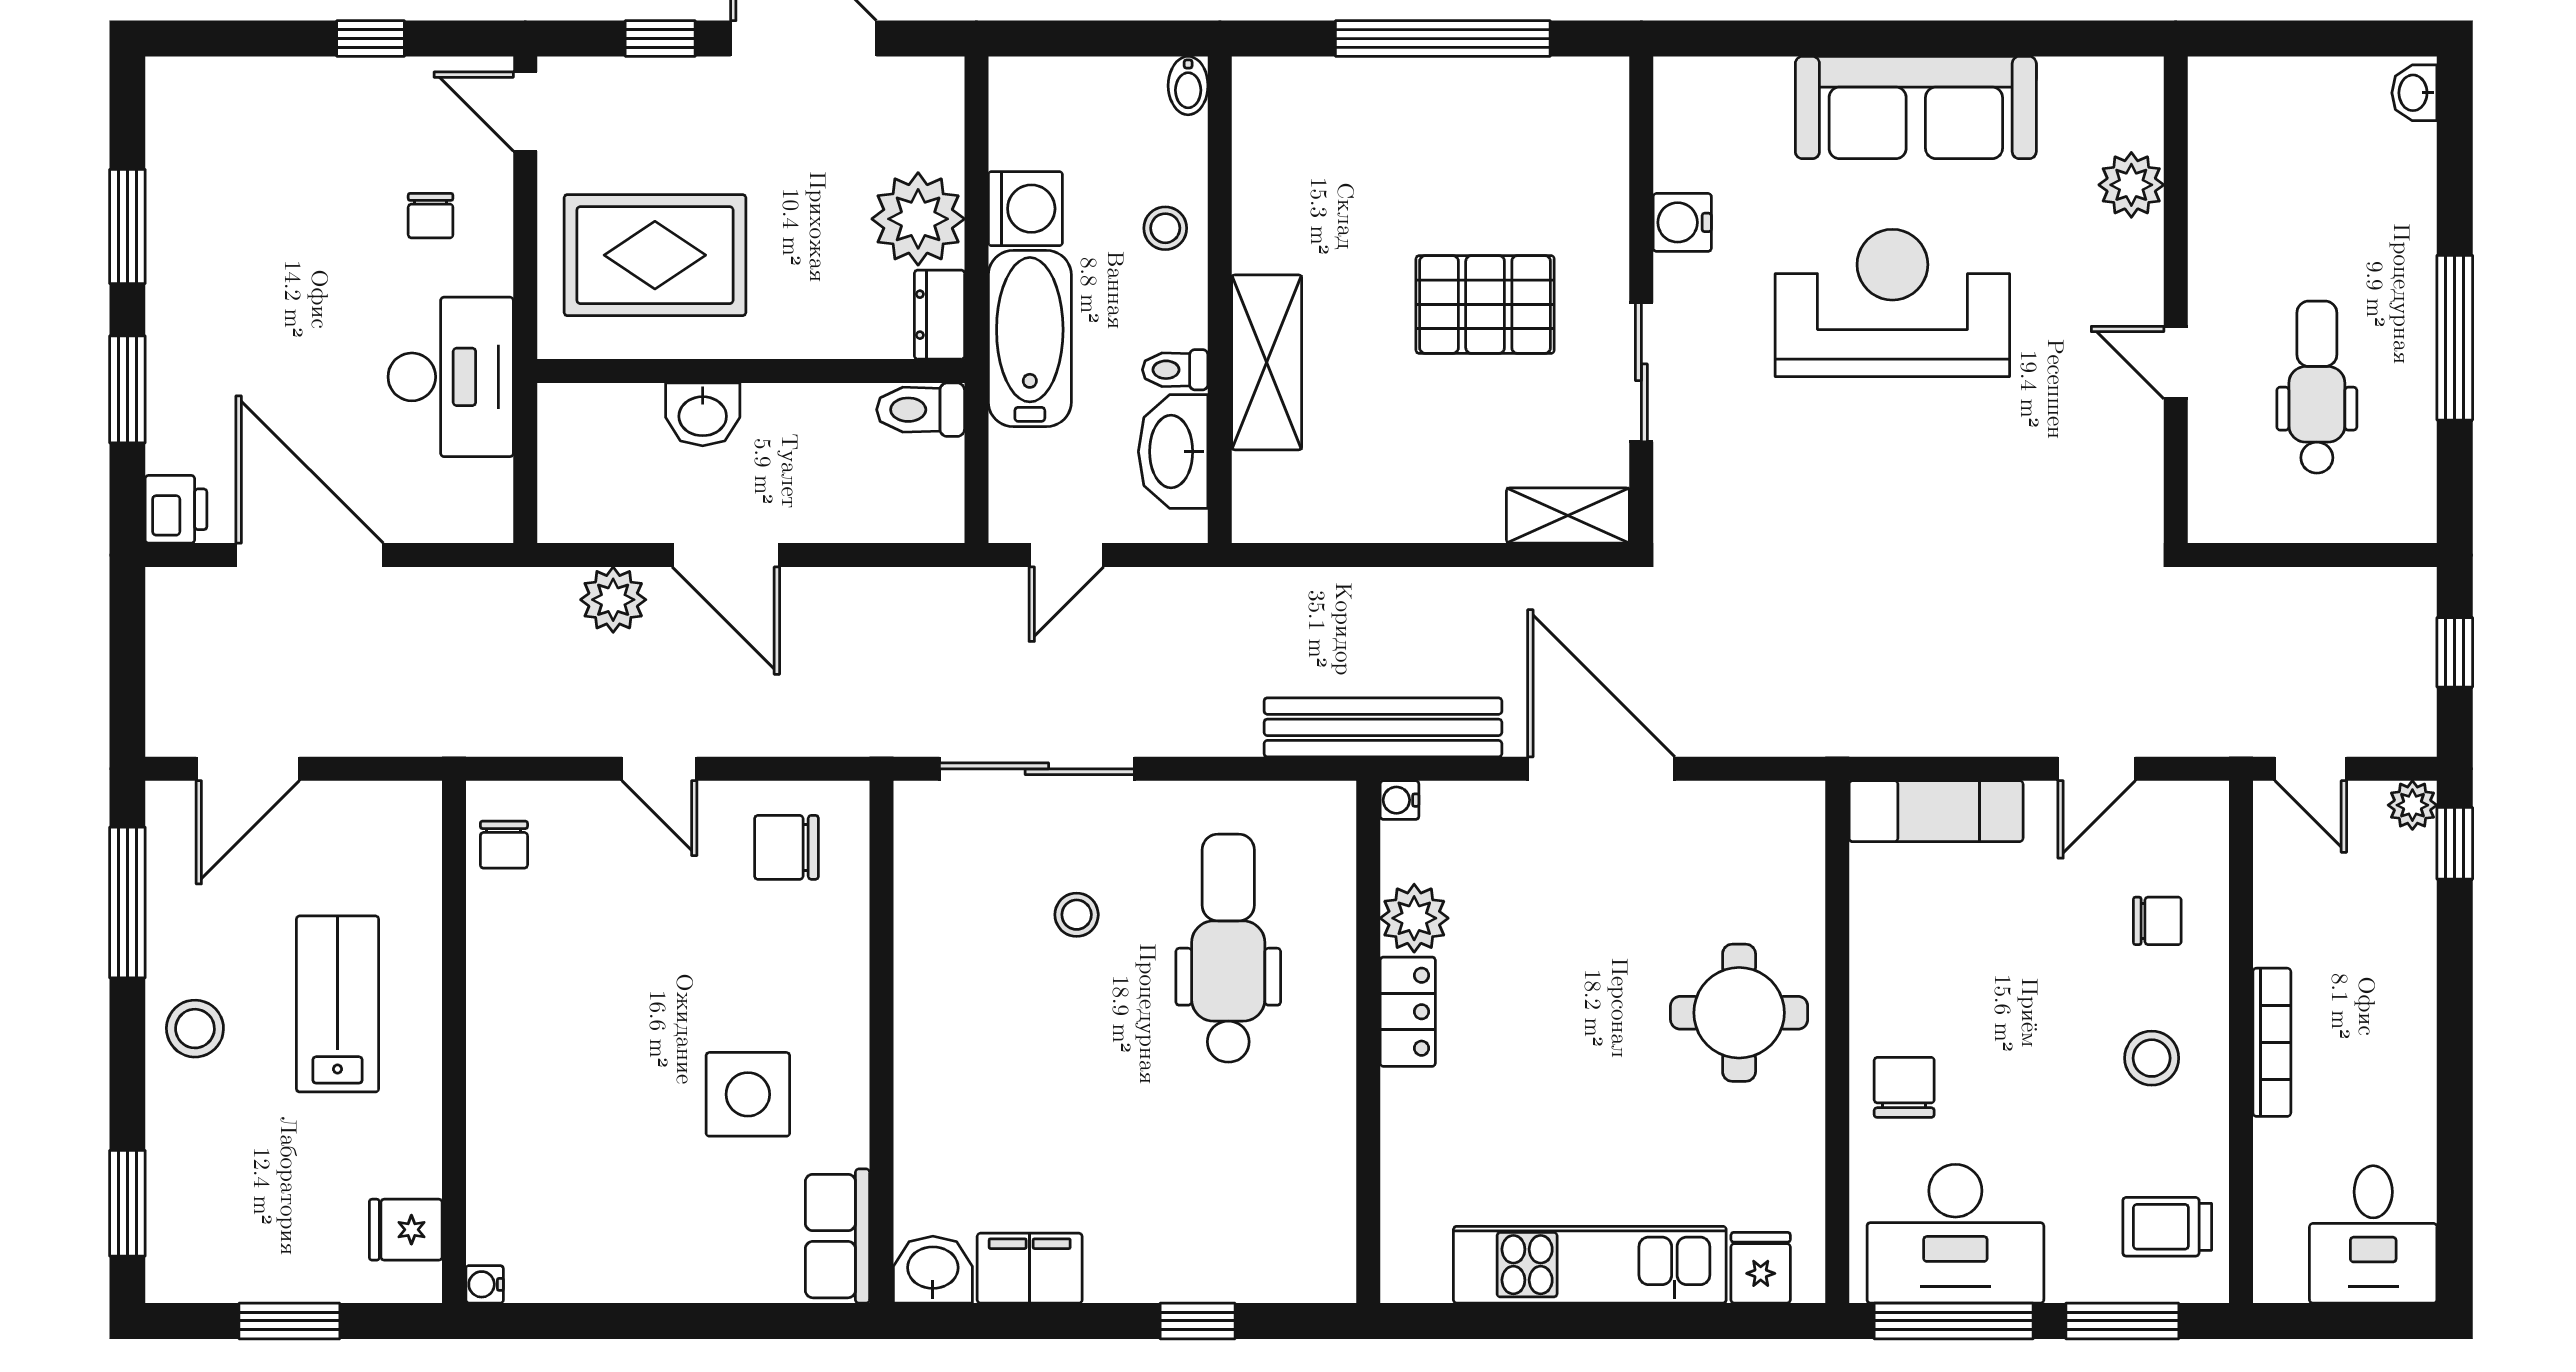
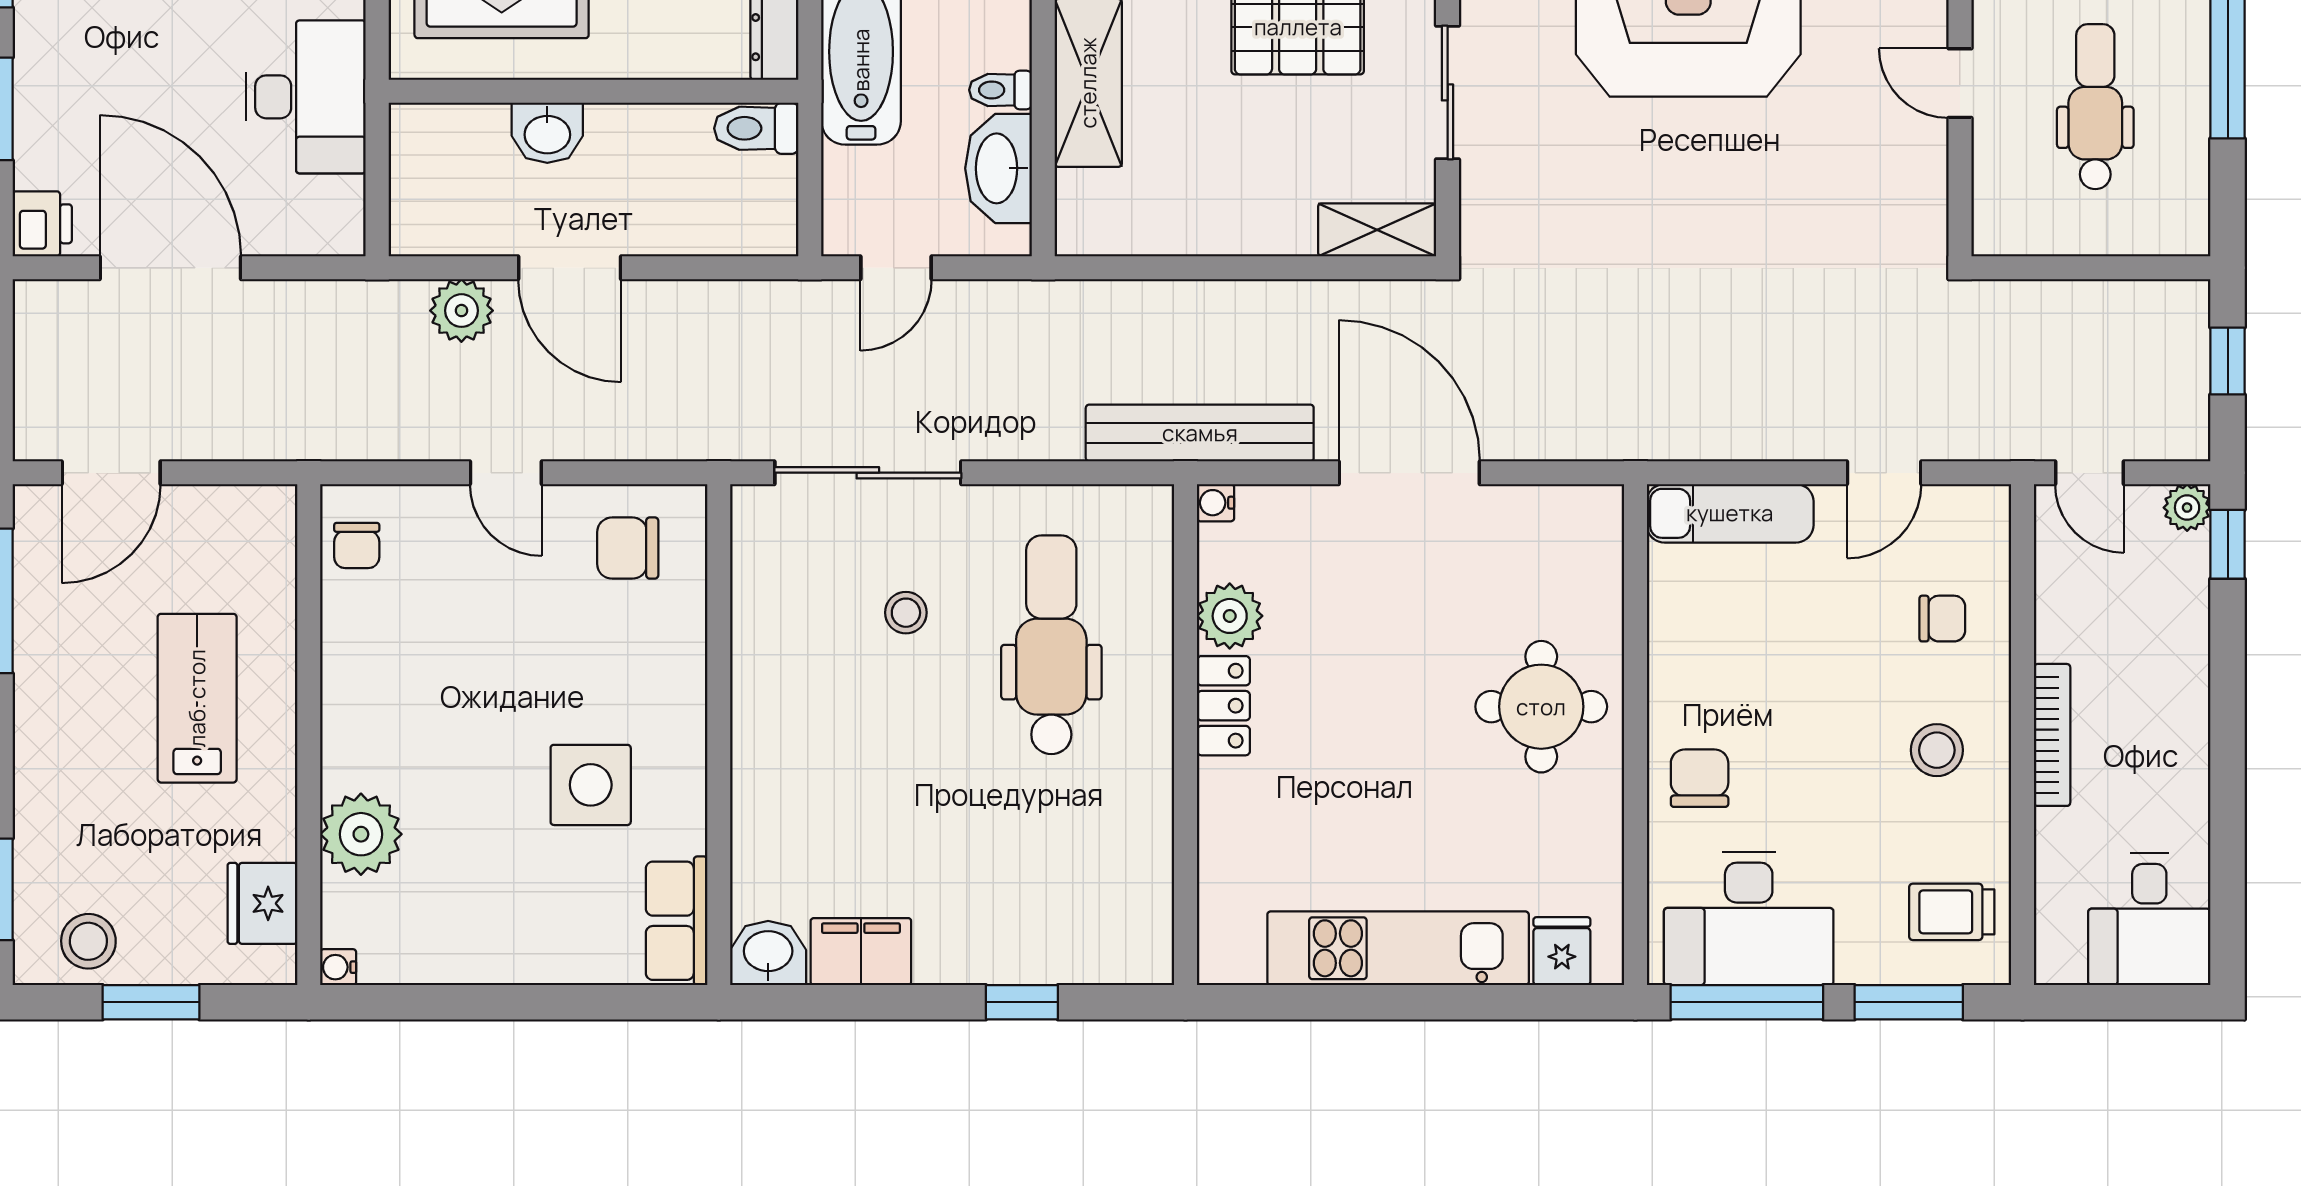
stool: (195, 1029) -> (88, 941), moved
plant: (508, 1146) -> (361, 834), added
fridge: (406, 1230) -> (263, 903), width x1.38

